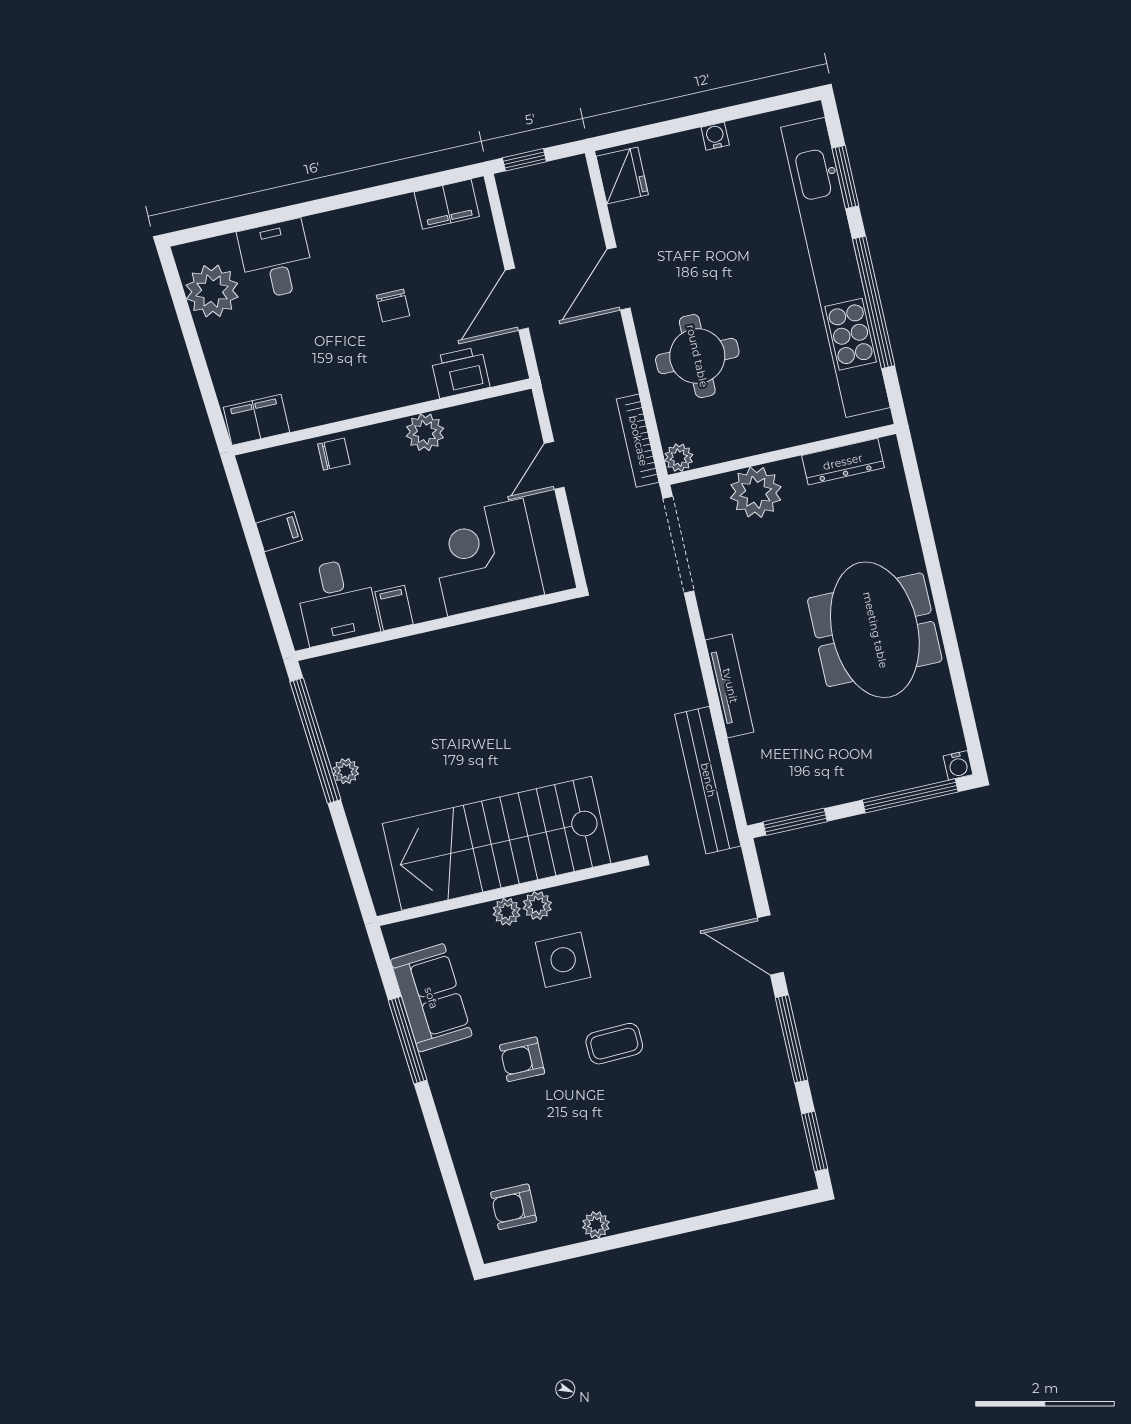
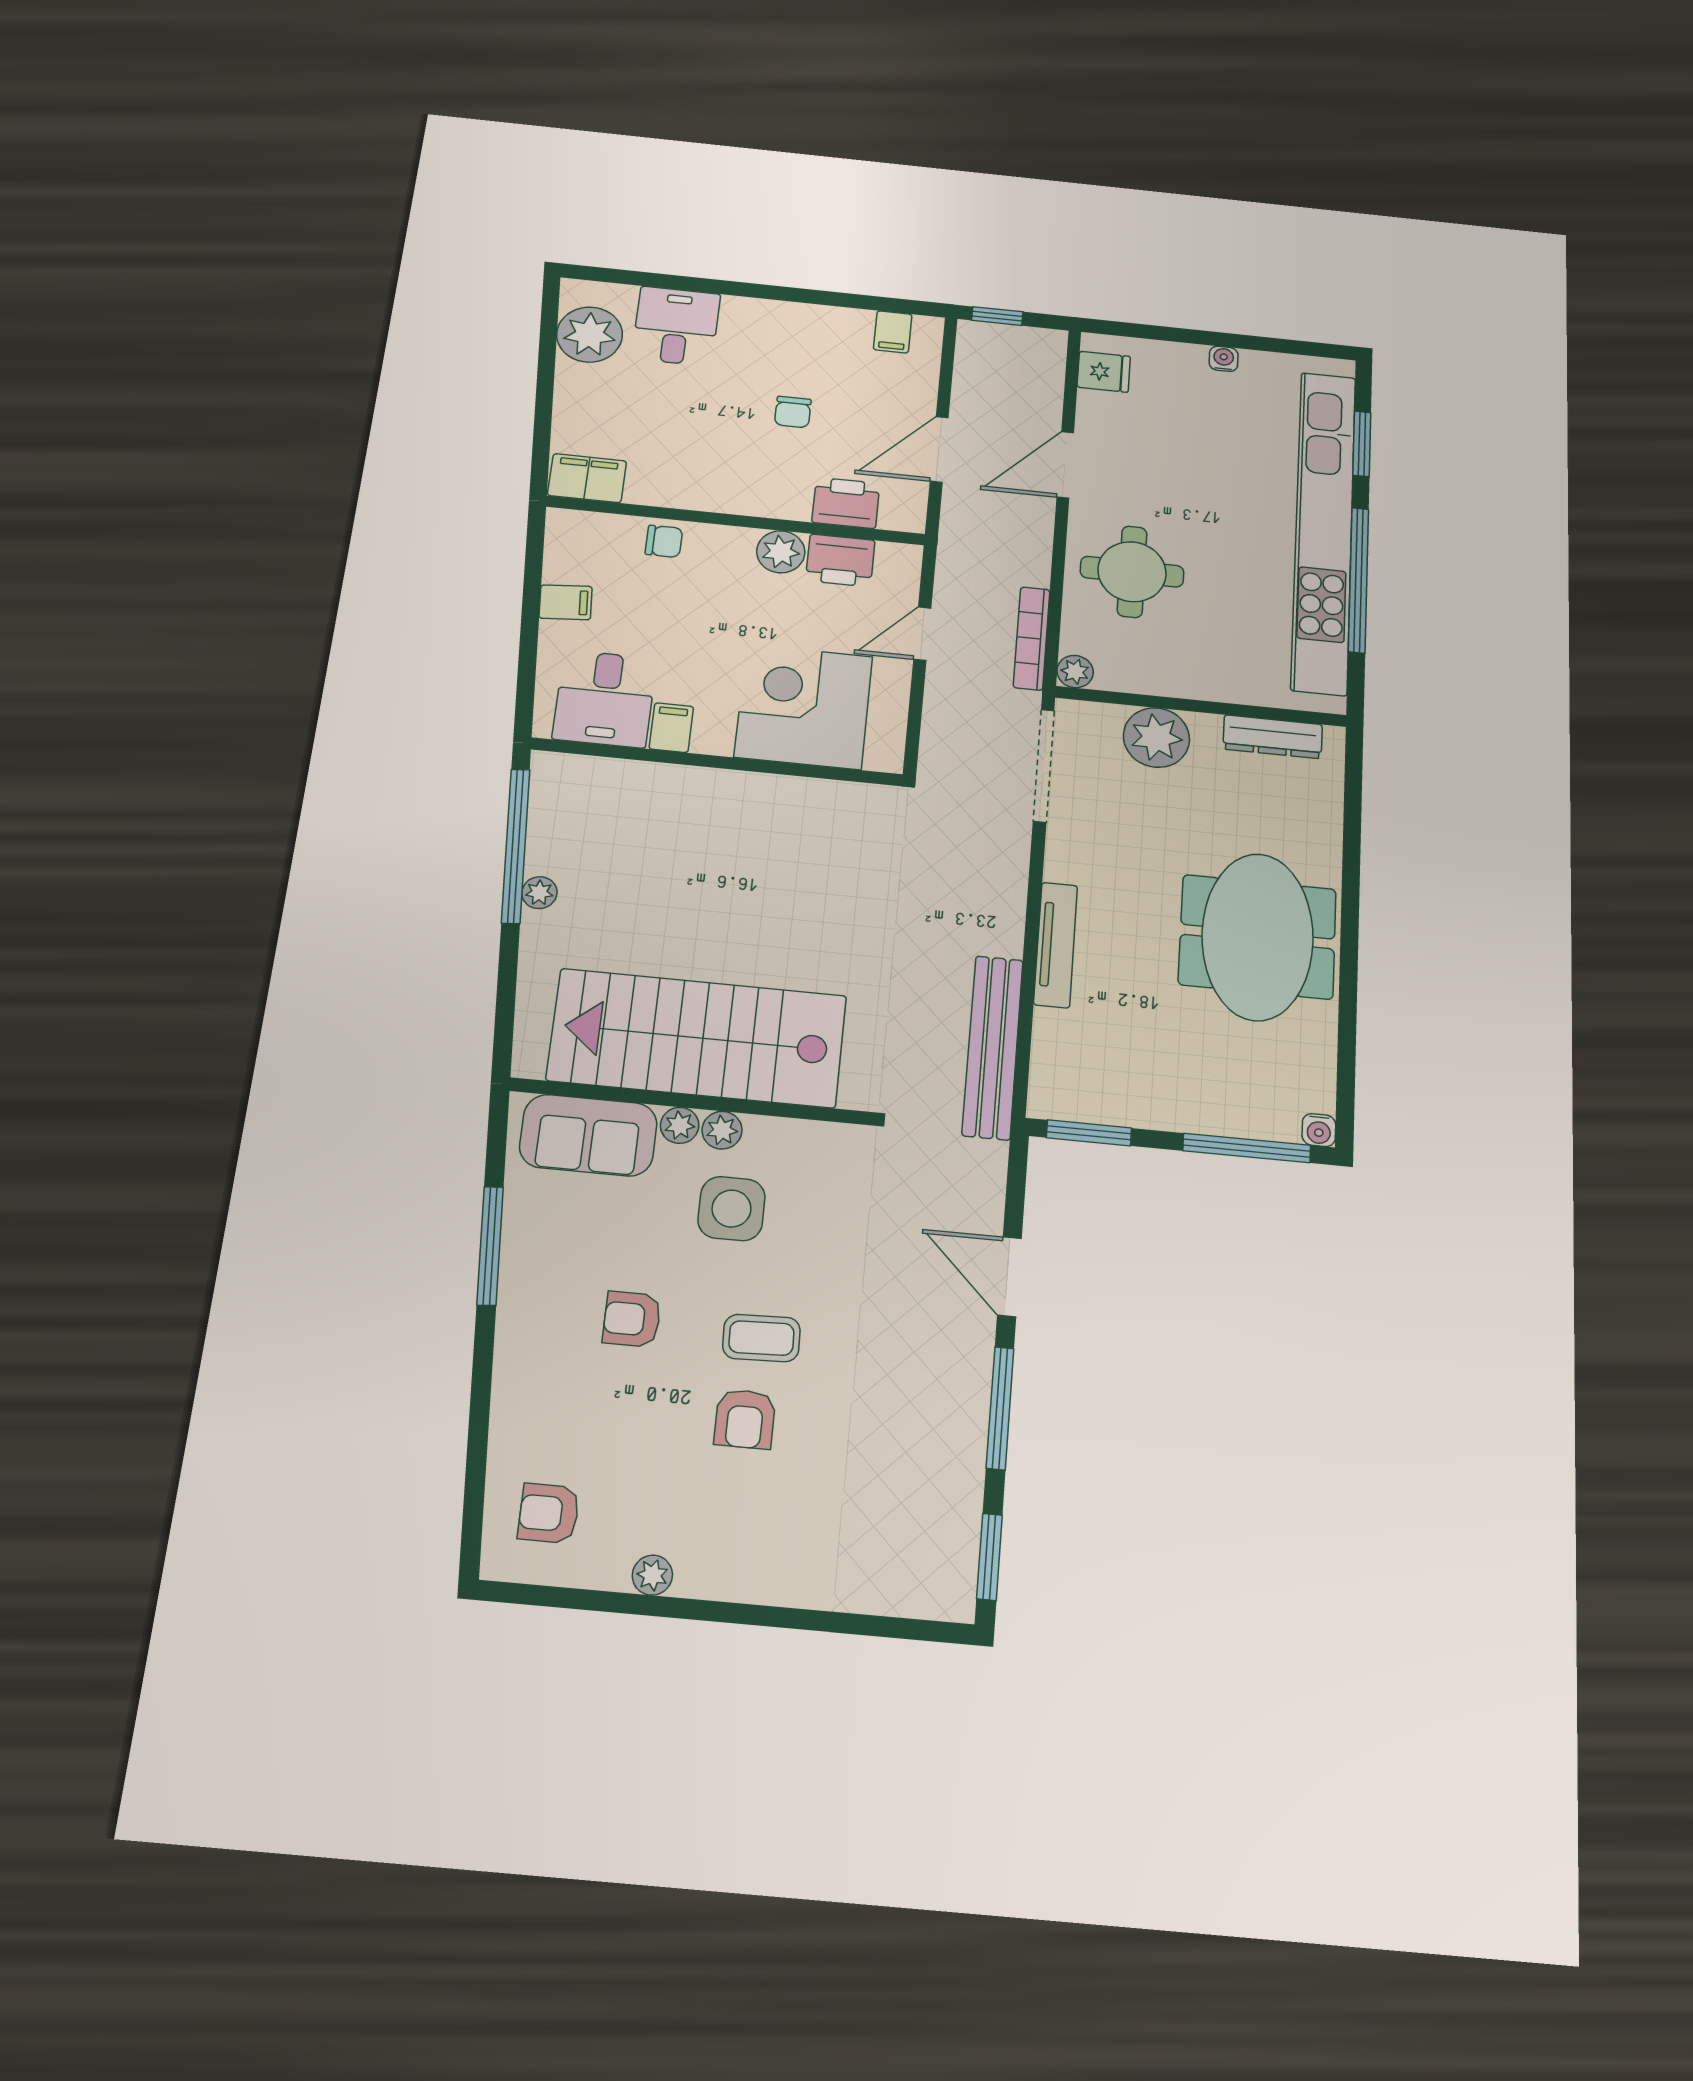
fridge: (622, 175) -> (1104, 372), width x0.72
filing cabinet: (447, 204) -> (893, 332), width x0.50
printer: (472, 424) -> (840, 560), added
sofa: (431, 998) -> (588, 1135), moved, turned 94
armchair: (622, 1102) -> (745, 1419), added

